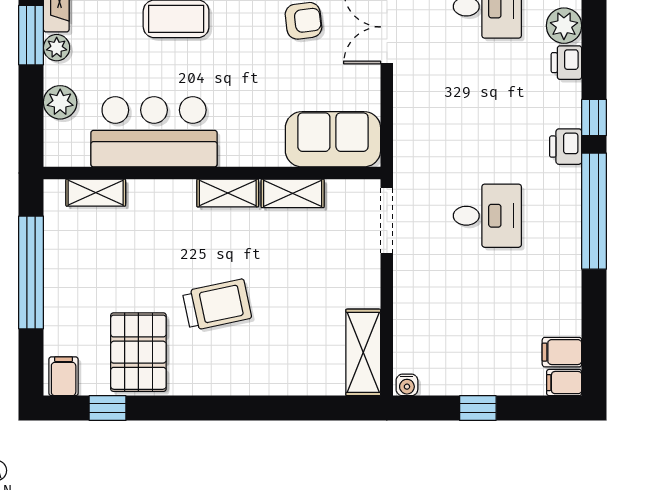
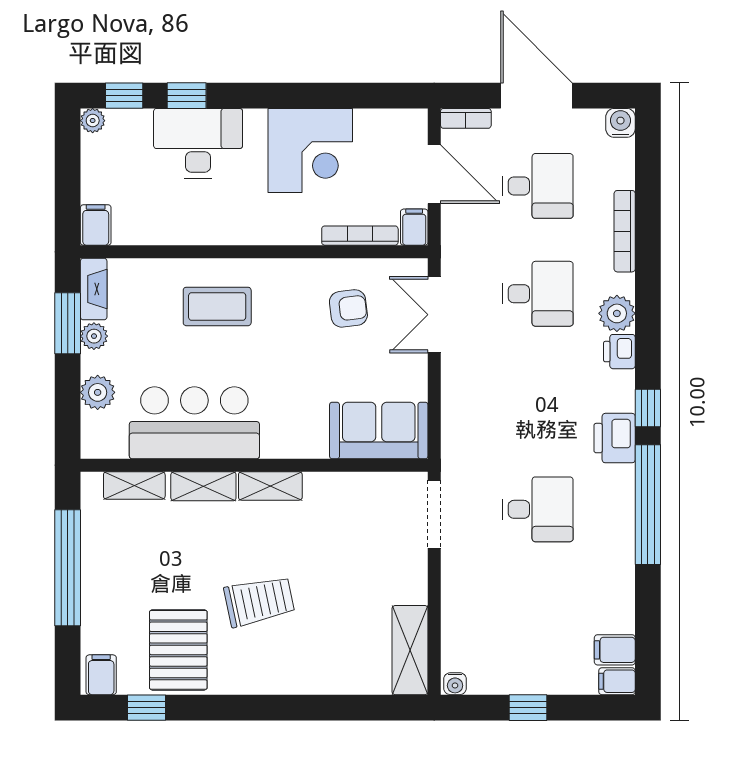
printer: (566, 147) -> (615, 438), width x1.36, depth x1.24
shelving: (293, 193) -> (203, 486), moved

